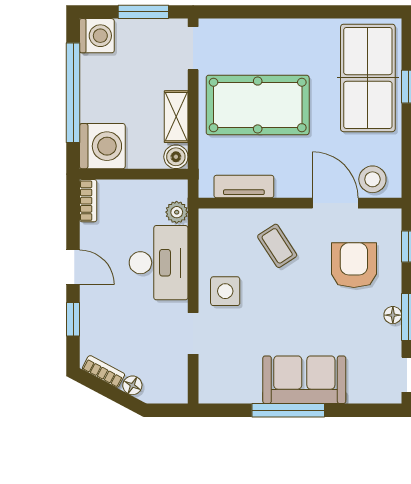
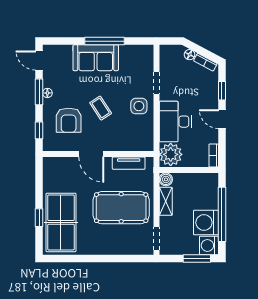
window: (143, 12) -> (197, 258), moved
washing machine: (102, 146) -> (206, 223), moved
stool: (372, 179) -> (58, 167), removed
door: (335, 203) -> (91, 154), moved
plant: (177, 212) -> (171, 154), width x1.87, depth x1.87
coffee table: (277, 246) -> (101, 108), moved

